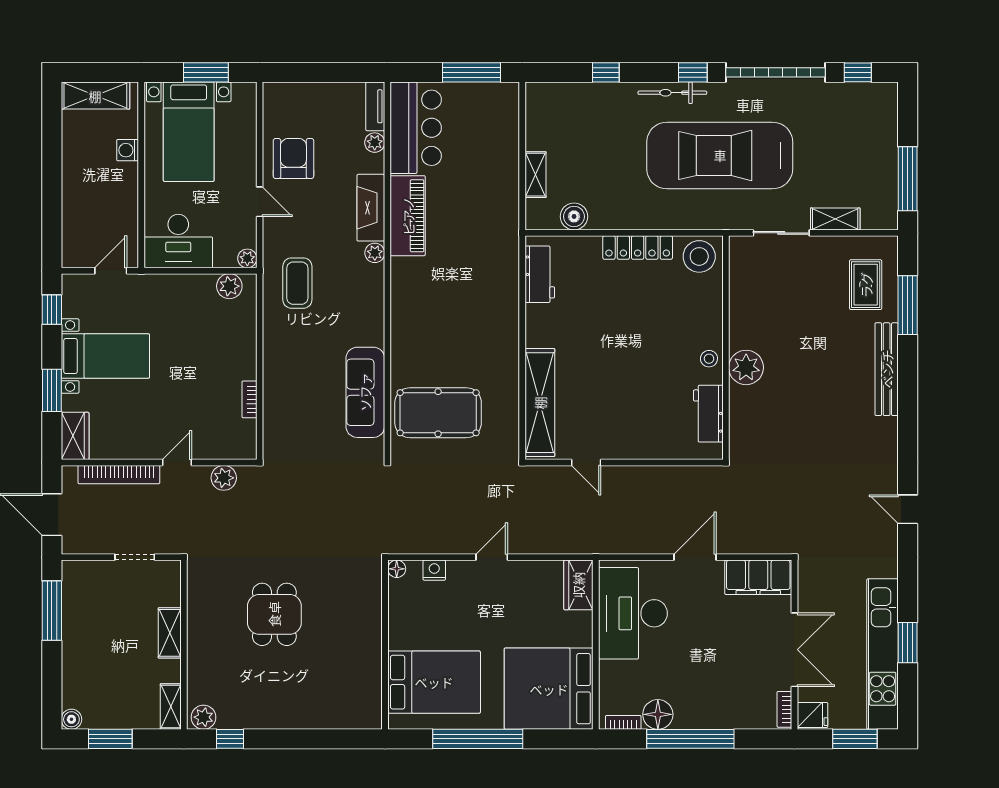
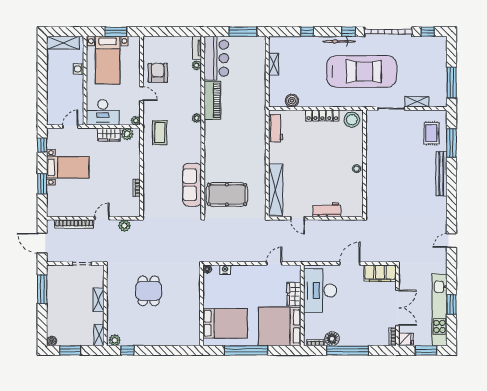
car: (720, 155) -> (362, 71), turned 180
shelving: (536, 175) -> (274, 64), moved
fireplace: (371, 208) -> (195, 96), removed
plant: (746, 367) -> (374, 173), removed
workbench: (708, 414) -> (327, 210), moved, turned 90
wardrobe: (75, 436) -> (109, 135), moved, turned 90
door: (908, 509) -> (451, 241), hinge flipped
door: (492, 557) -> (274, 264), moved
wardrobe: (578, 585) -> (294, 294), moved

